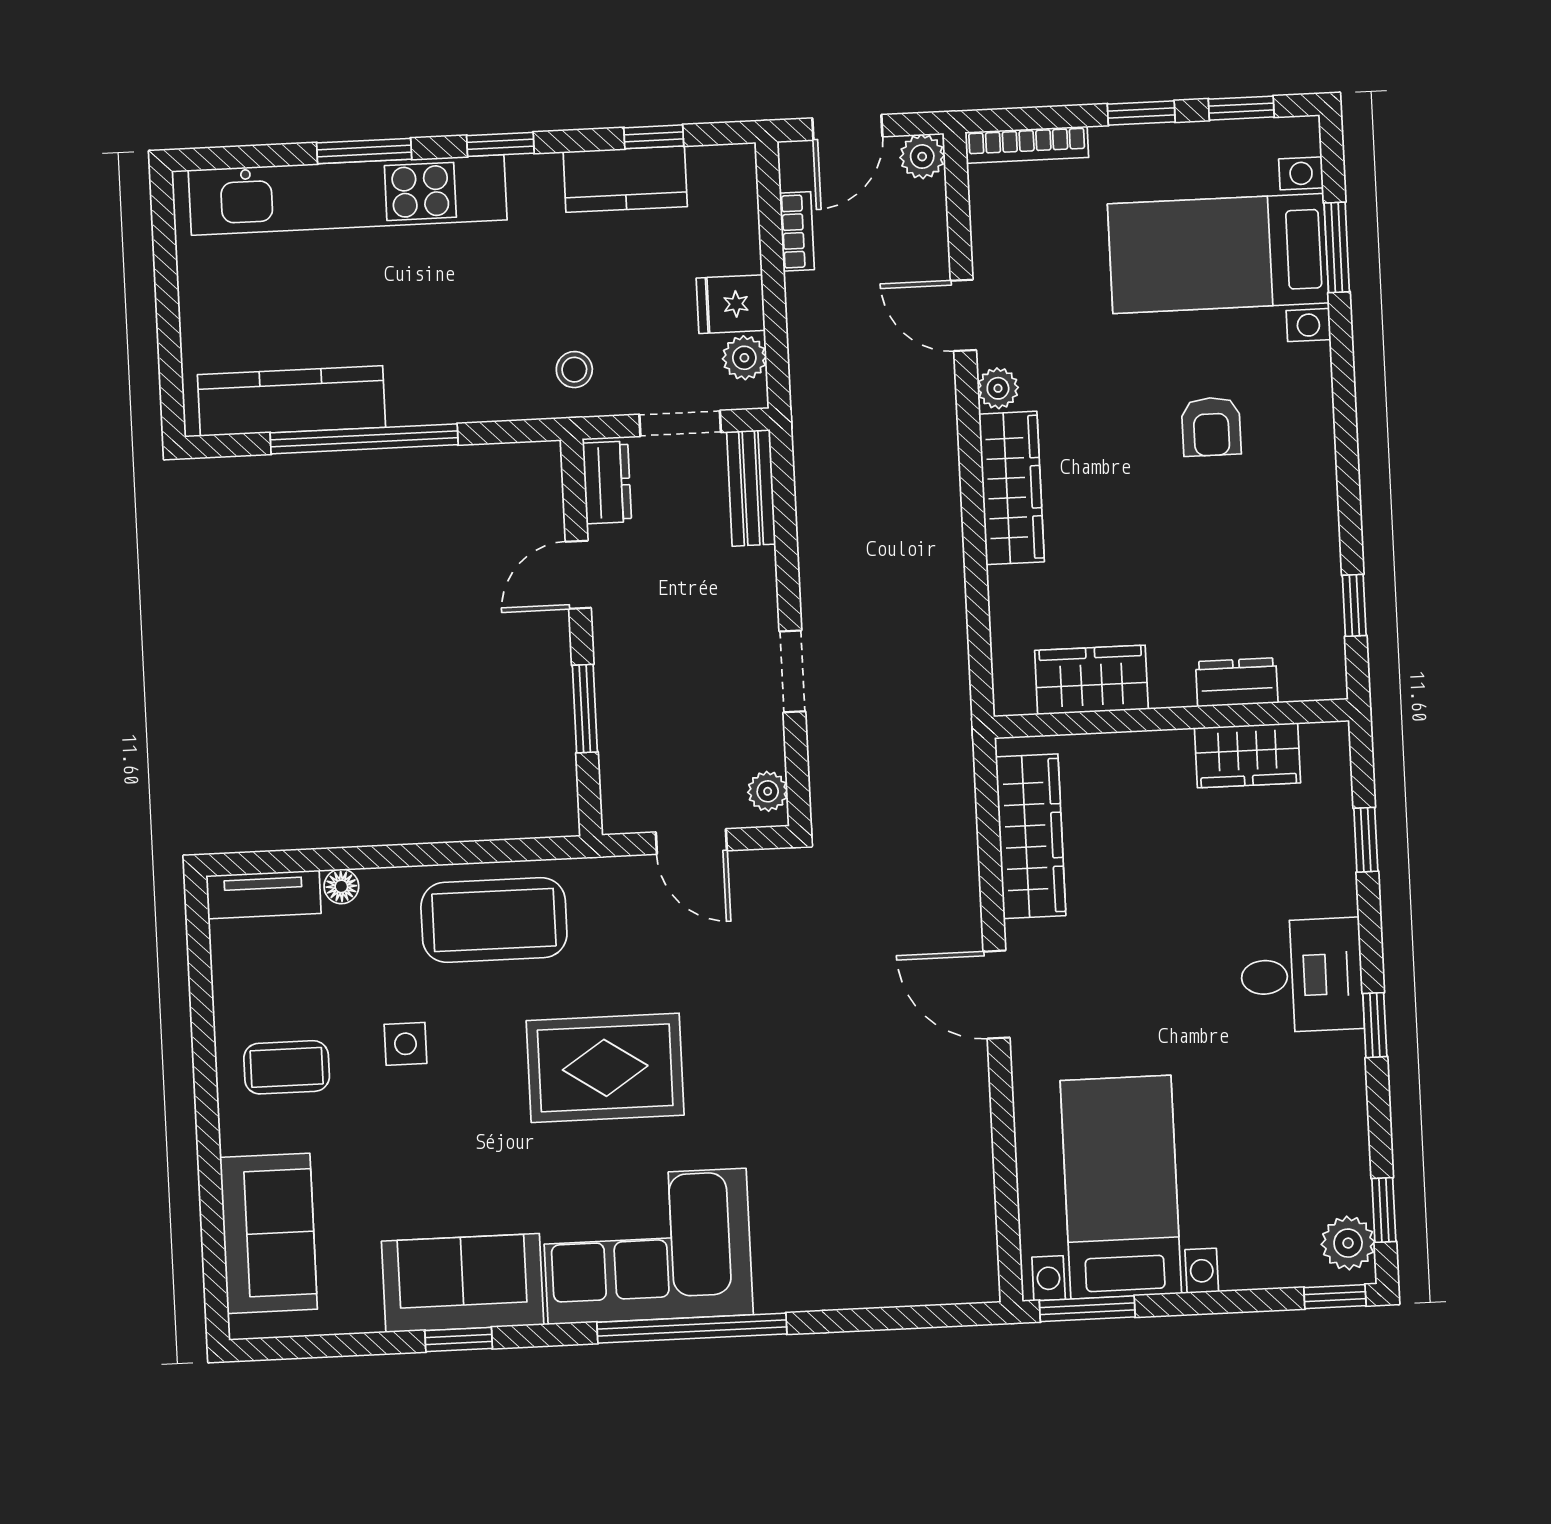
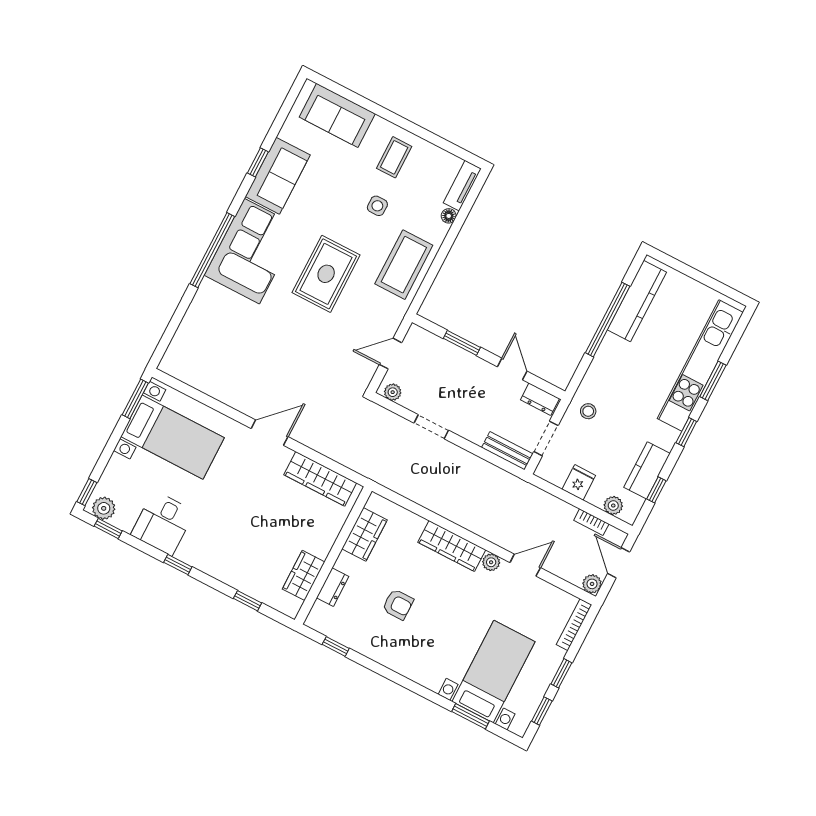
plant: (744, 358) -> (613, 506), moved
armchair: (1211, 427) -> (398, 604), moved, turned 180
desk: (1302, 976) -> (163, 523), moved

